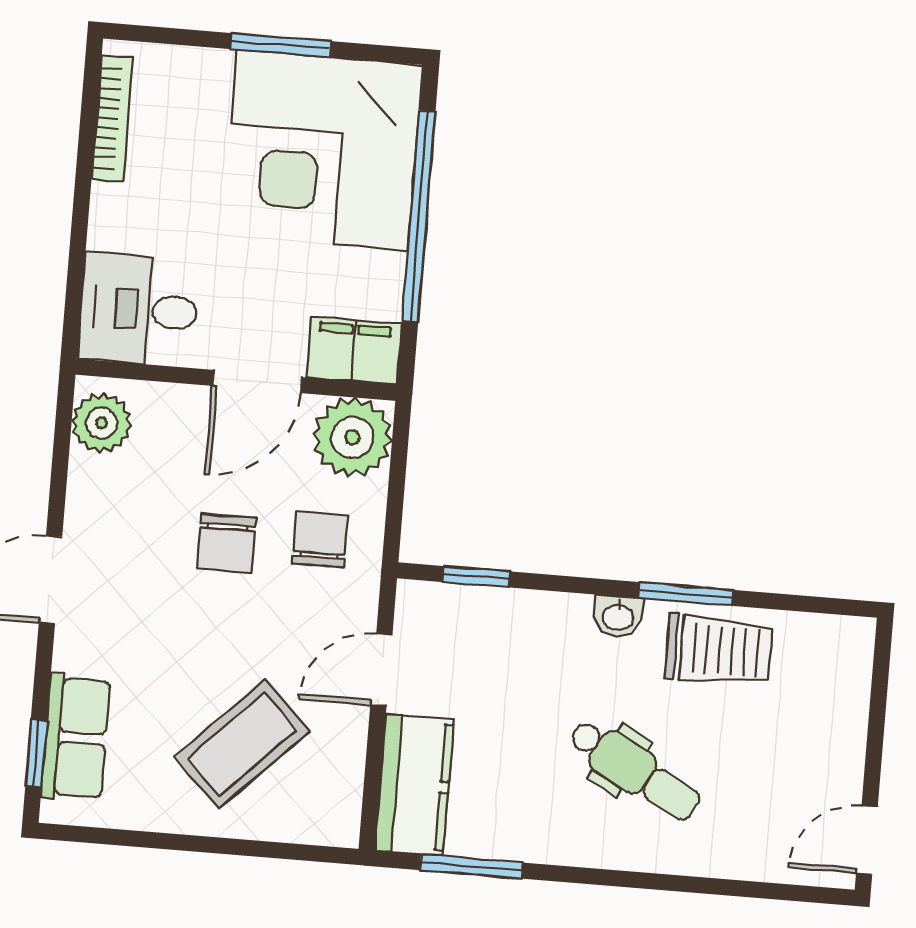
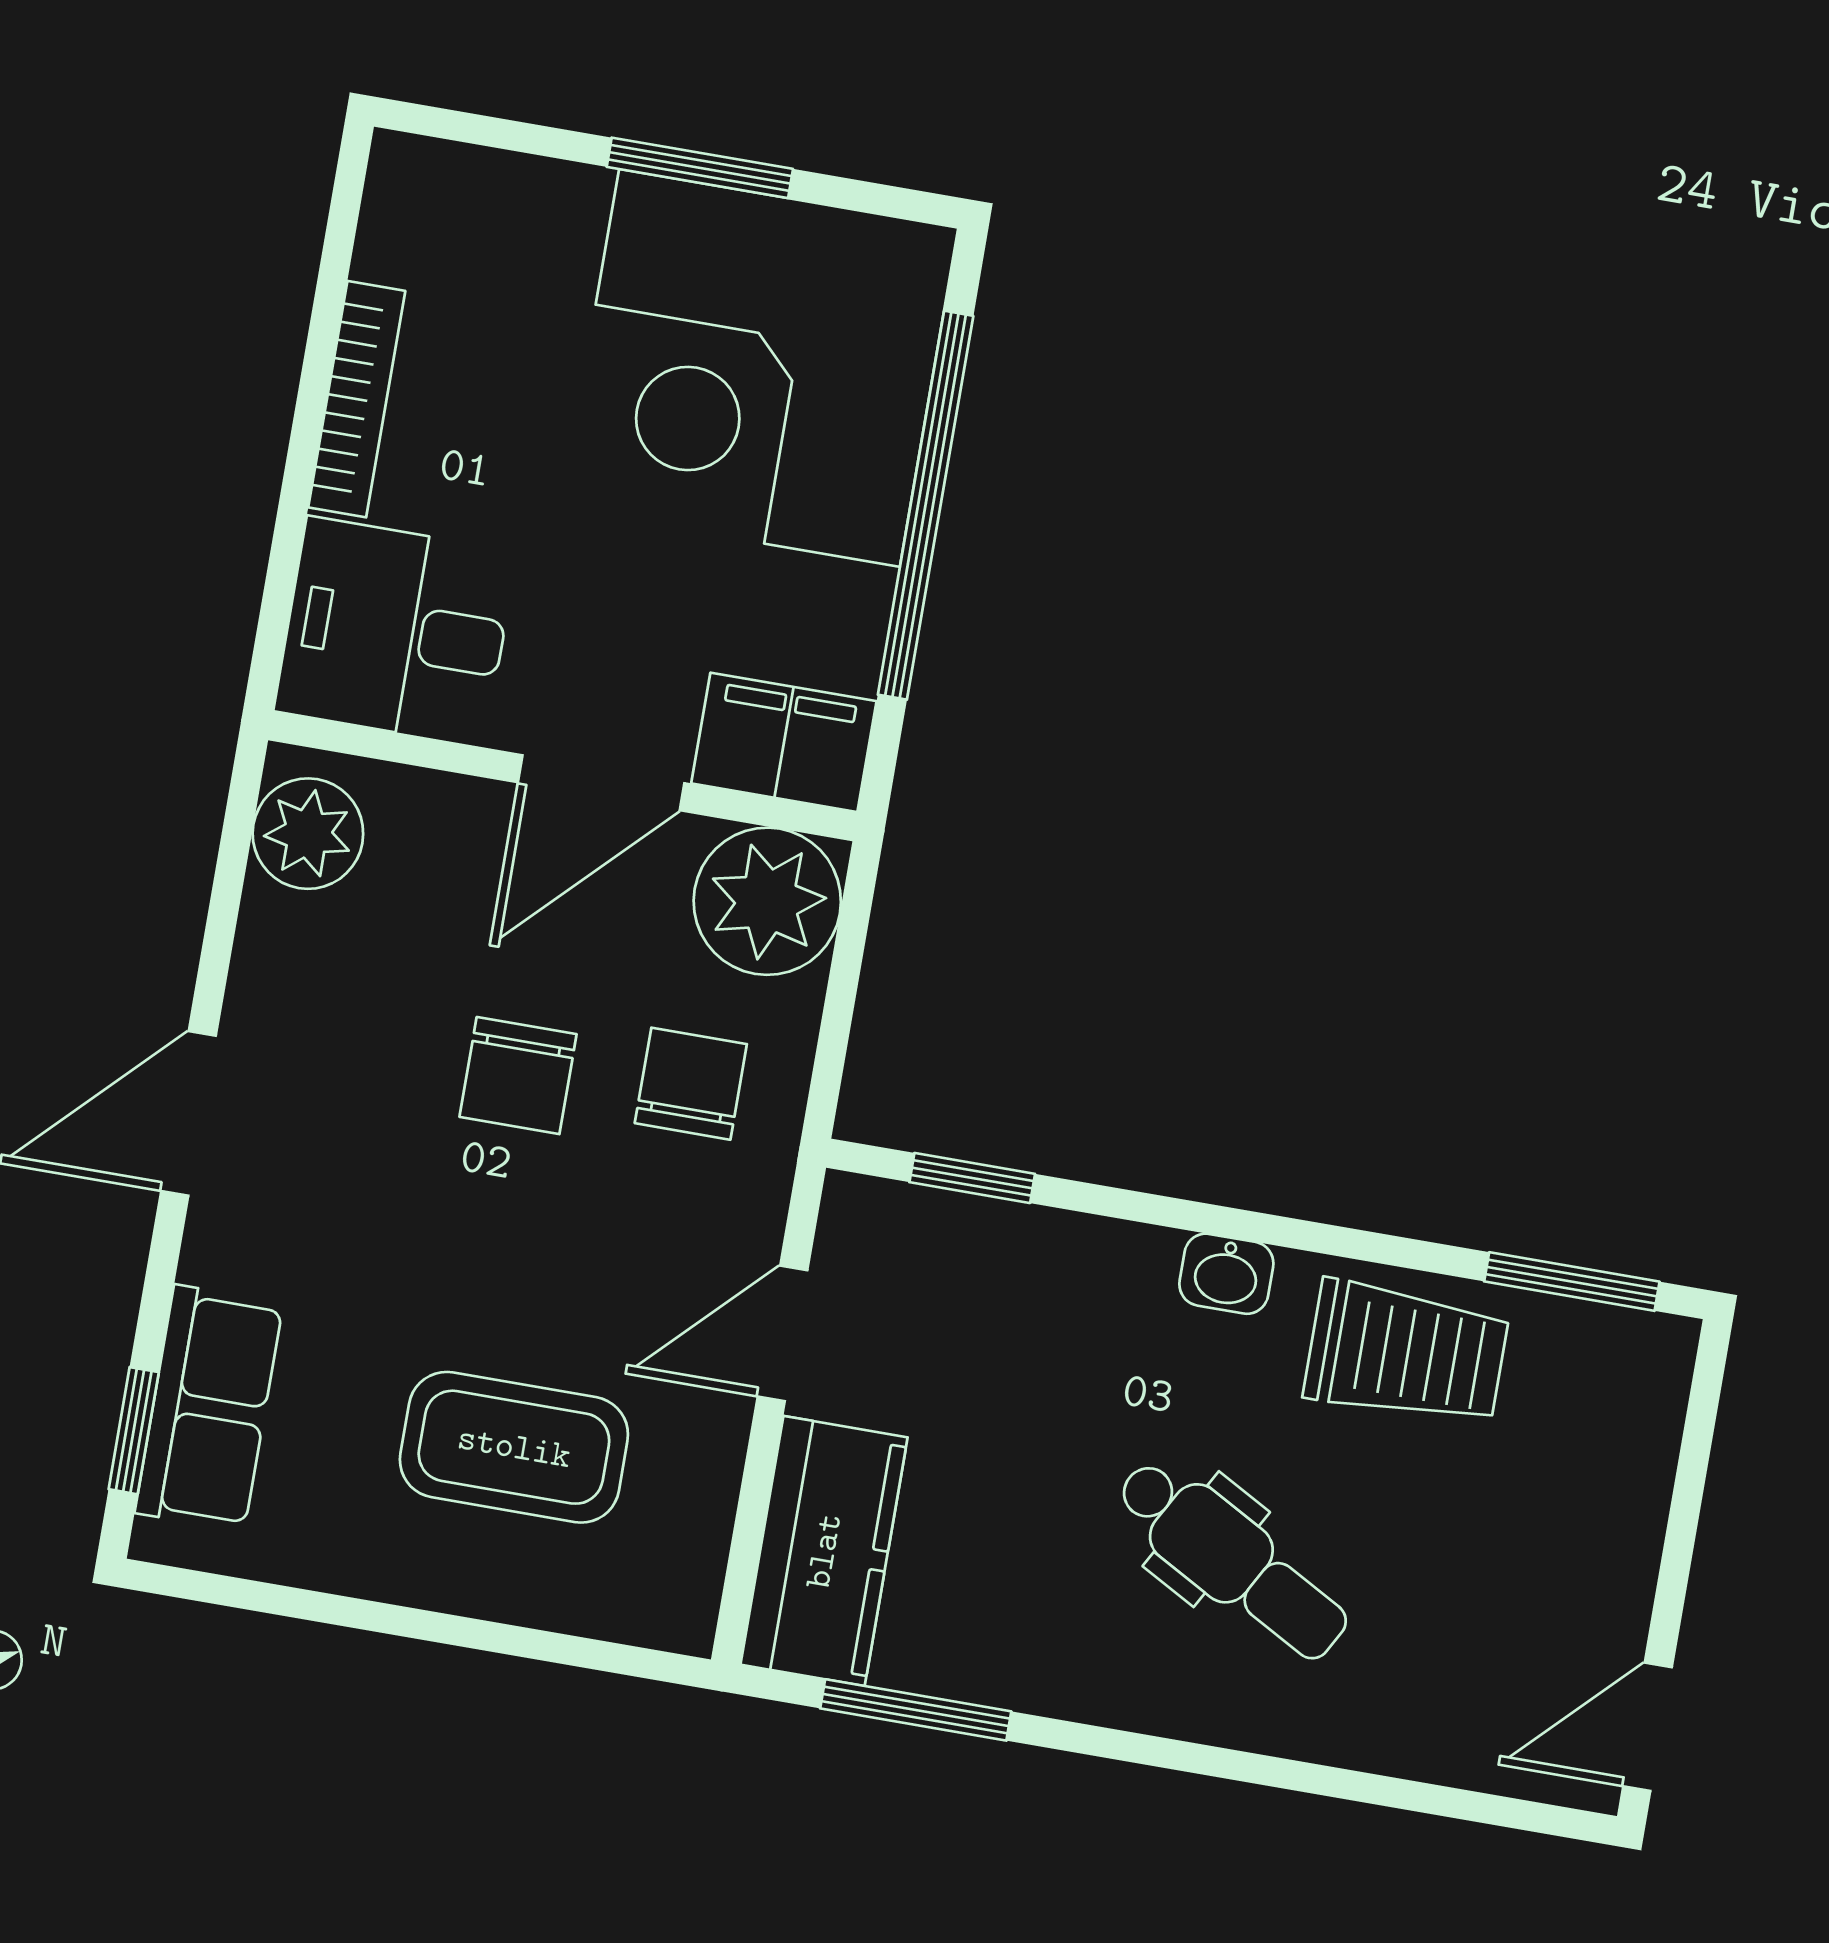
bookcase: (112, 118) -> (357, 399), moved
window: (686, 594) -> (1572, 1282), moved
coffee table: (242, 744) -> (514, 1447), turned 45

